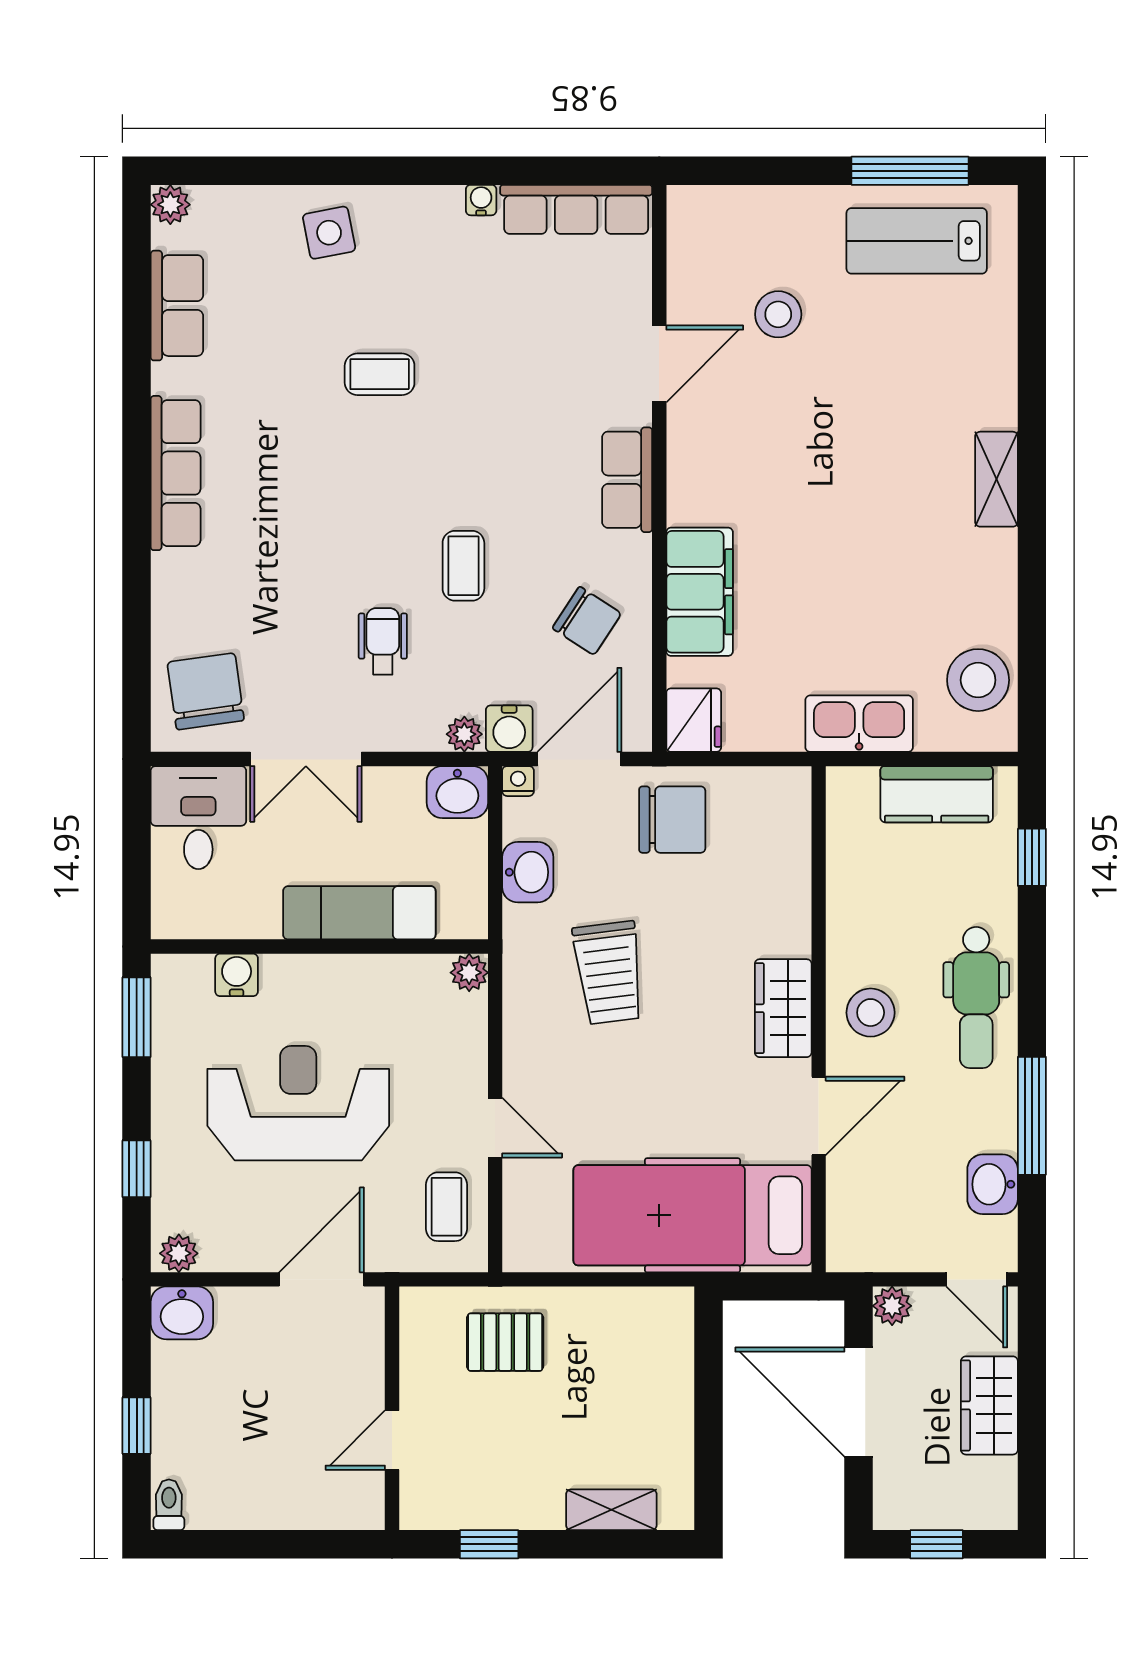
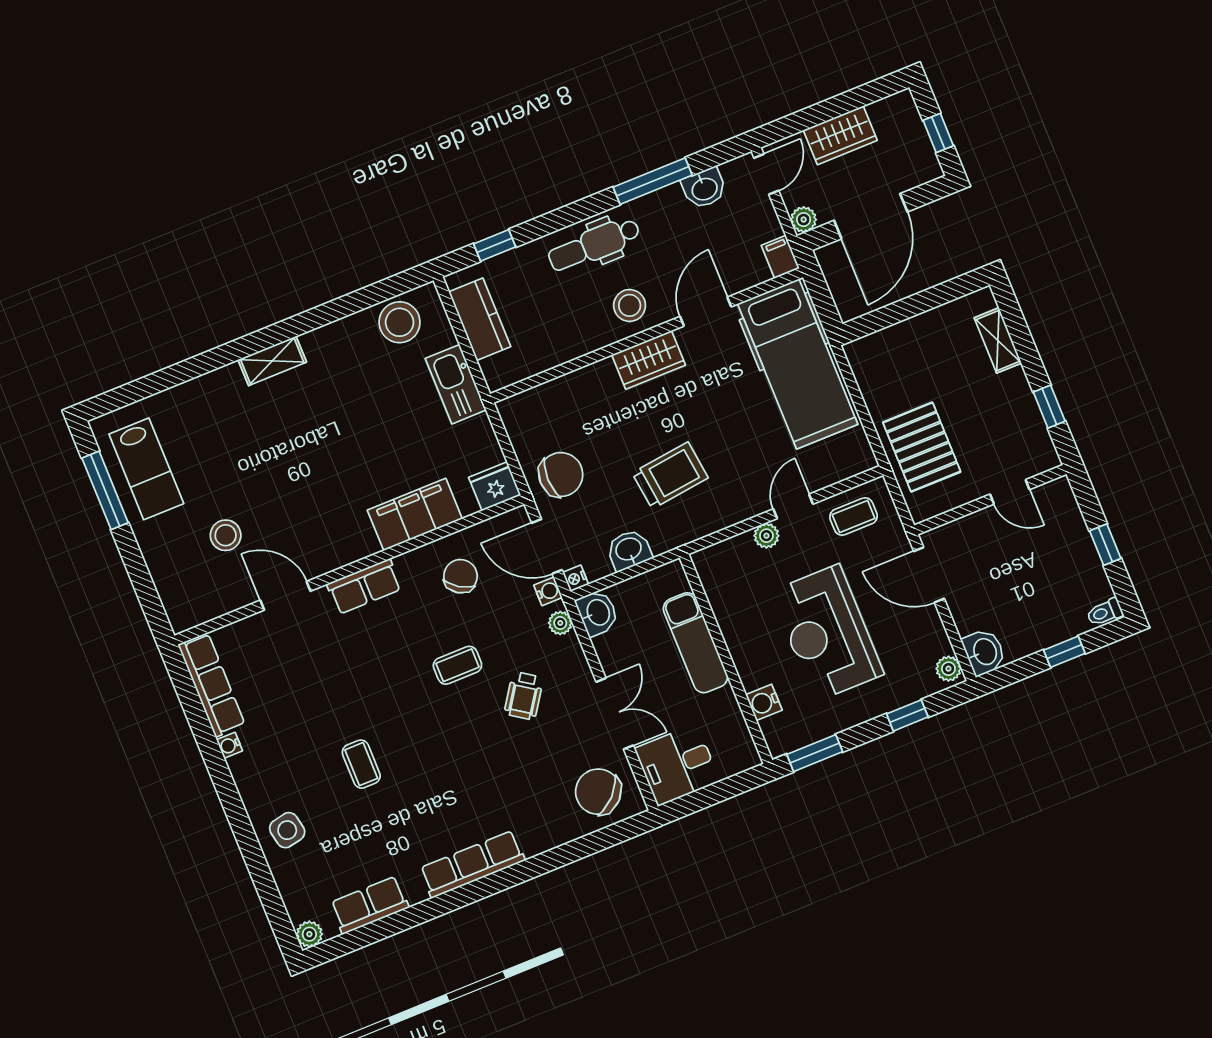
wheelchair: (383, 641) -> (524, 696), turned -56
chair: (206, 691) -> (598, 792), turned 53
water cooler: (509, 729) -> (548, 591), width x0.72, depth x0.72
chair: (672, 820) -> (561, 475), turned 90
plant: (469, 973) -> (766, 536), moved
dental chair: (976, 997) -> (594, 245), turned 180
door: (819, 1116) -> (706, 312), hinge flipped
filing cabinet: (853, 1252) -> (780, 257), added
pallet: (505, 1342) -> (922, 447), width x1.50, depth x1.42
window: (263, 1544) -> (1105, 545), added

